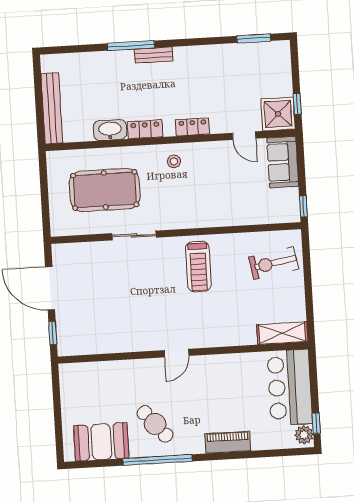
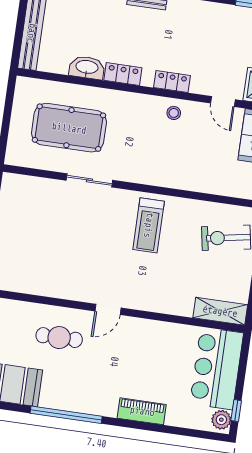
stool: (174, 161) -> (174, 113), moved
cafe table: (155, 424) -> (59, 338), moved, turned -50

